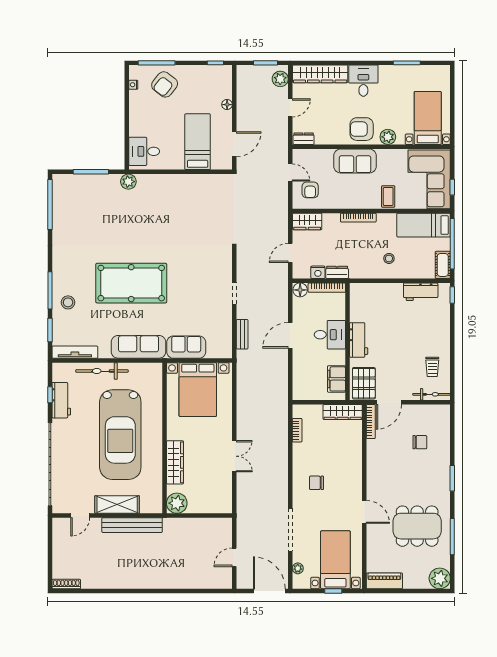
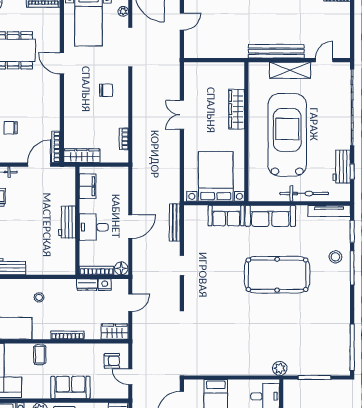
armchair: (310, 190) -> (112, 361), turned 90
bench: (242, 334) -> (175, 222), width x1.36
pallet: (364, 383) -> (62, 182), removed
plant: (177, 503) -> (235, 71), removed

